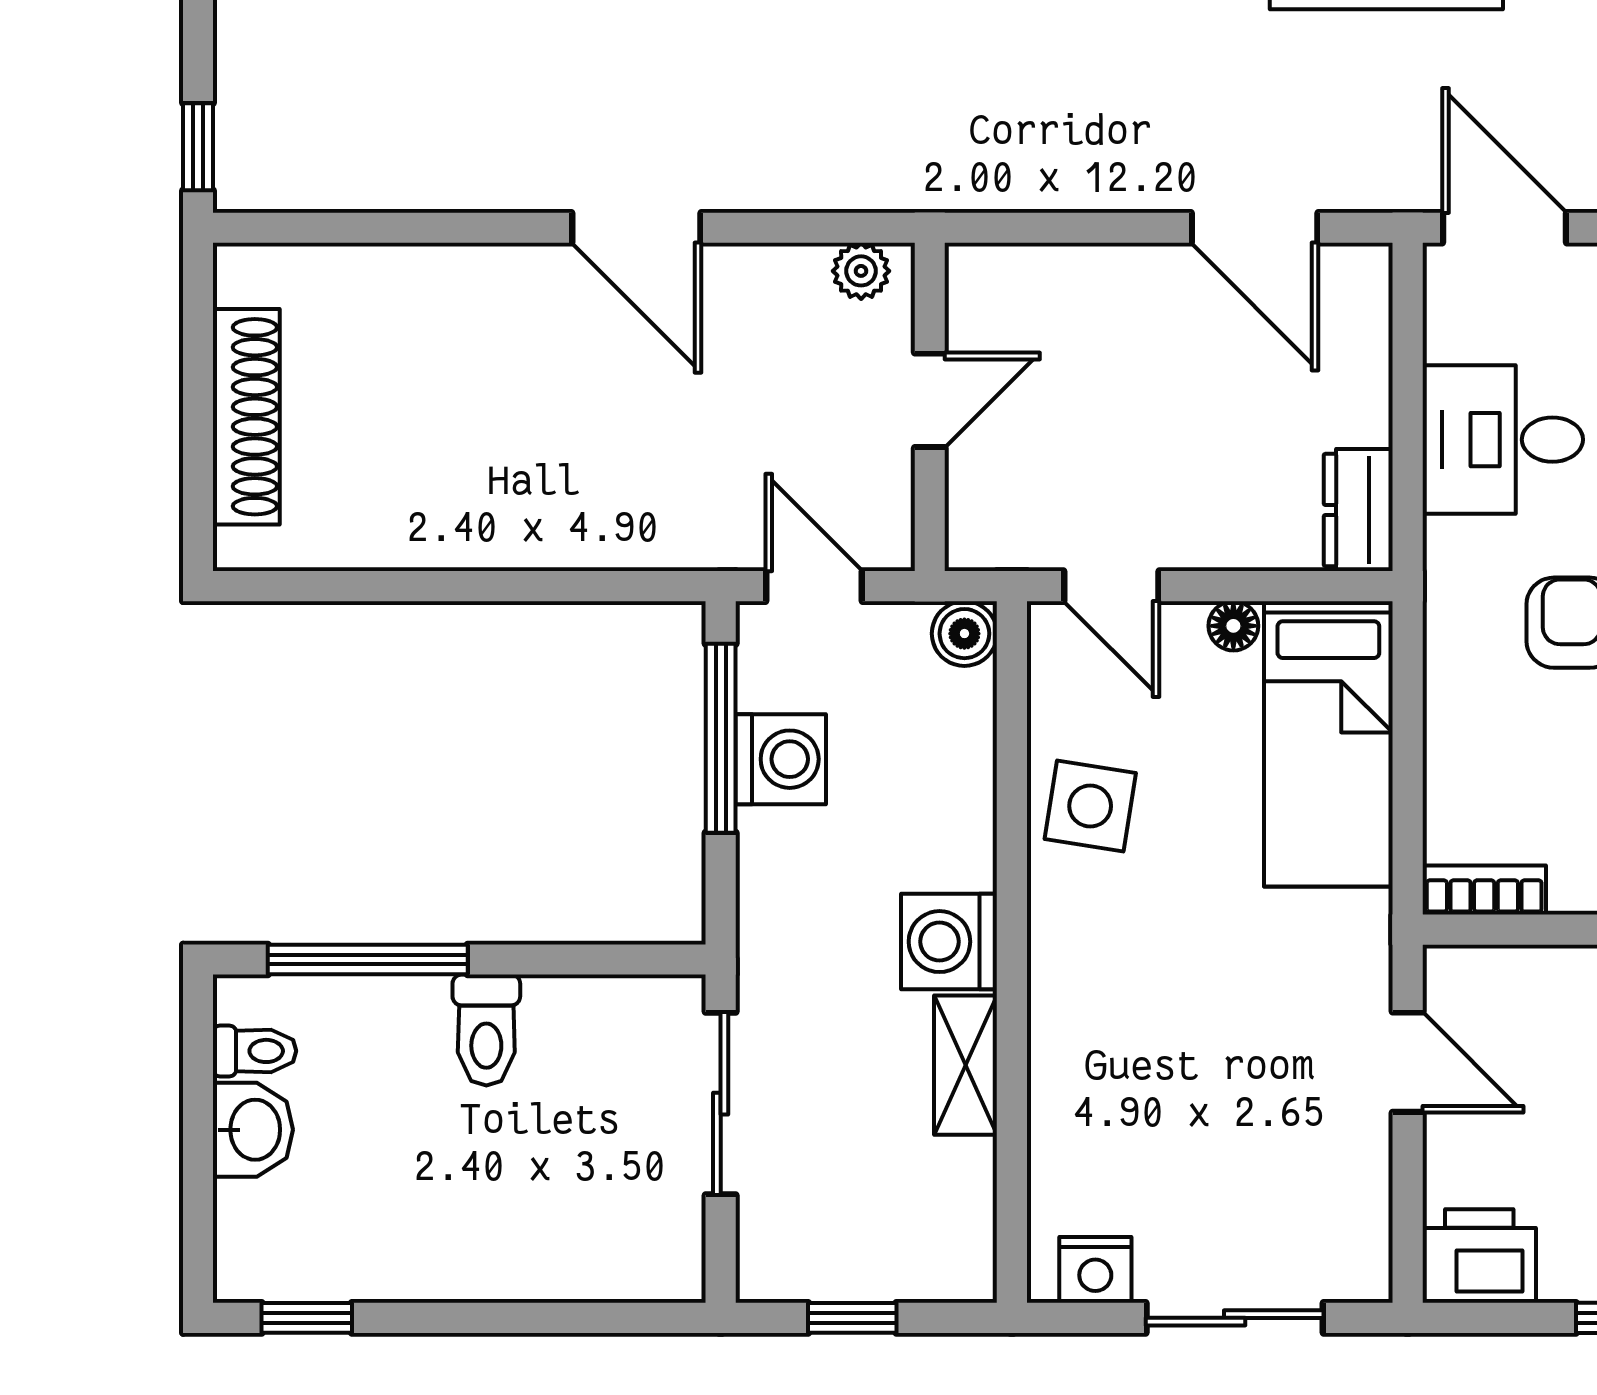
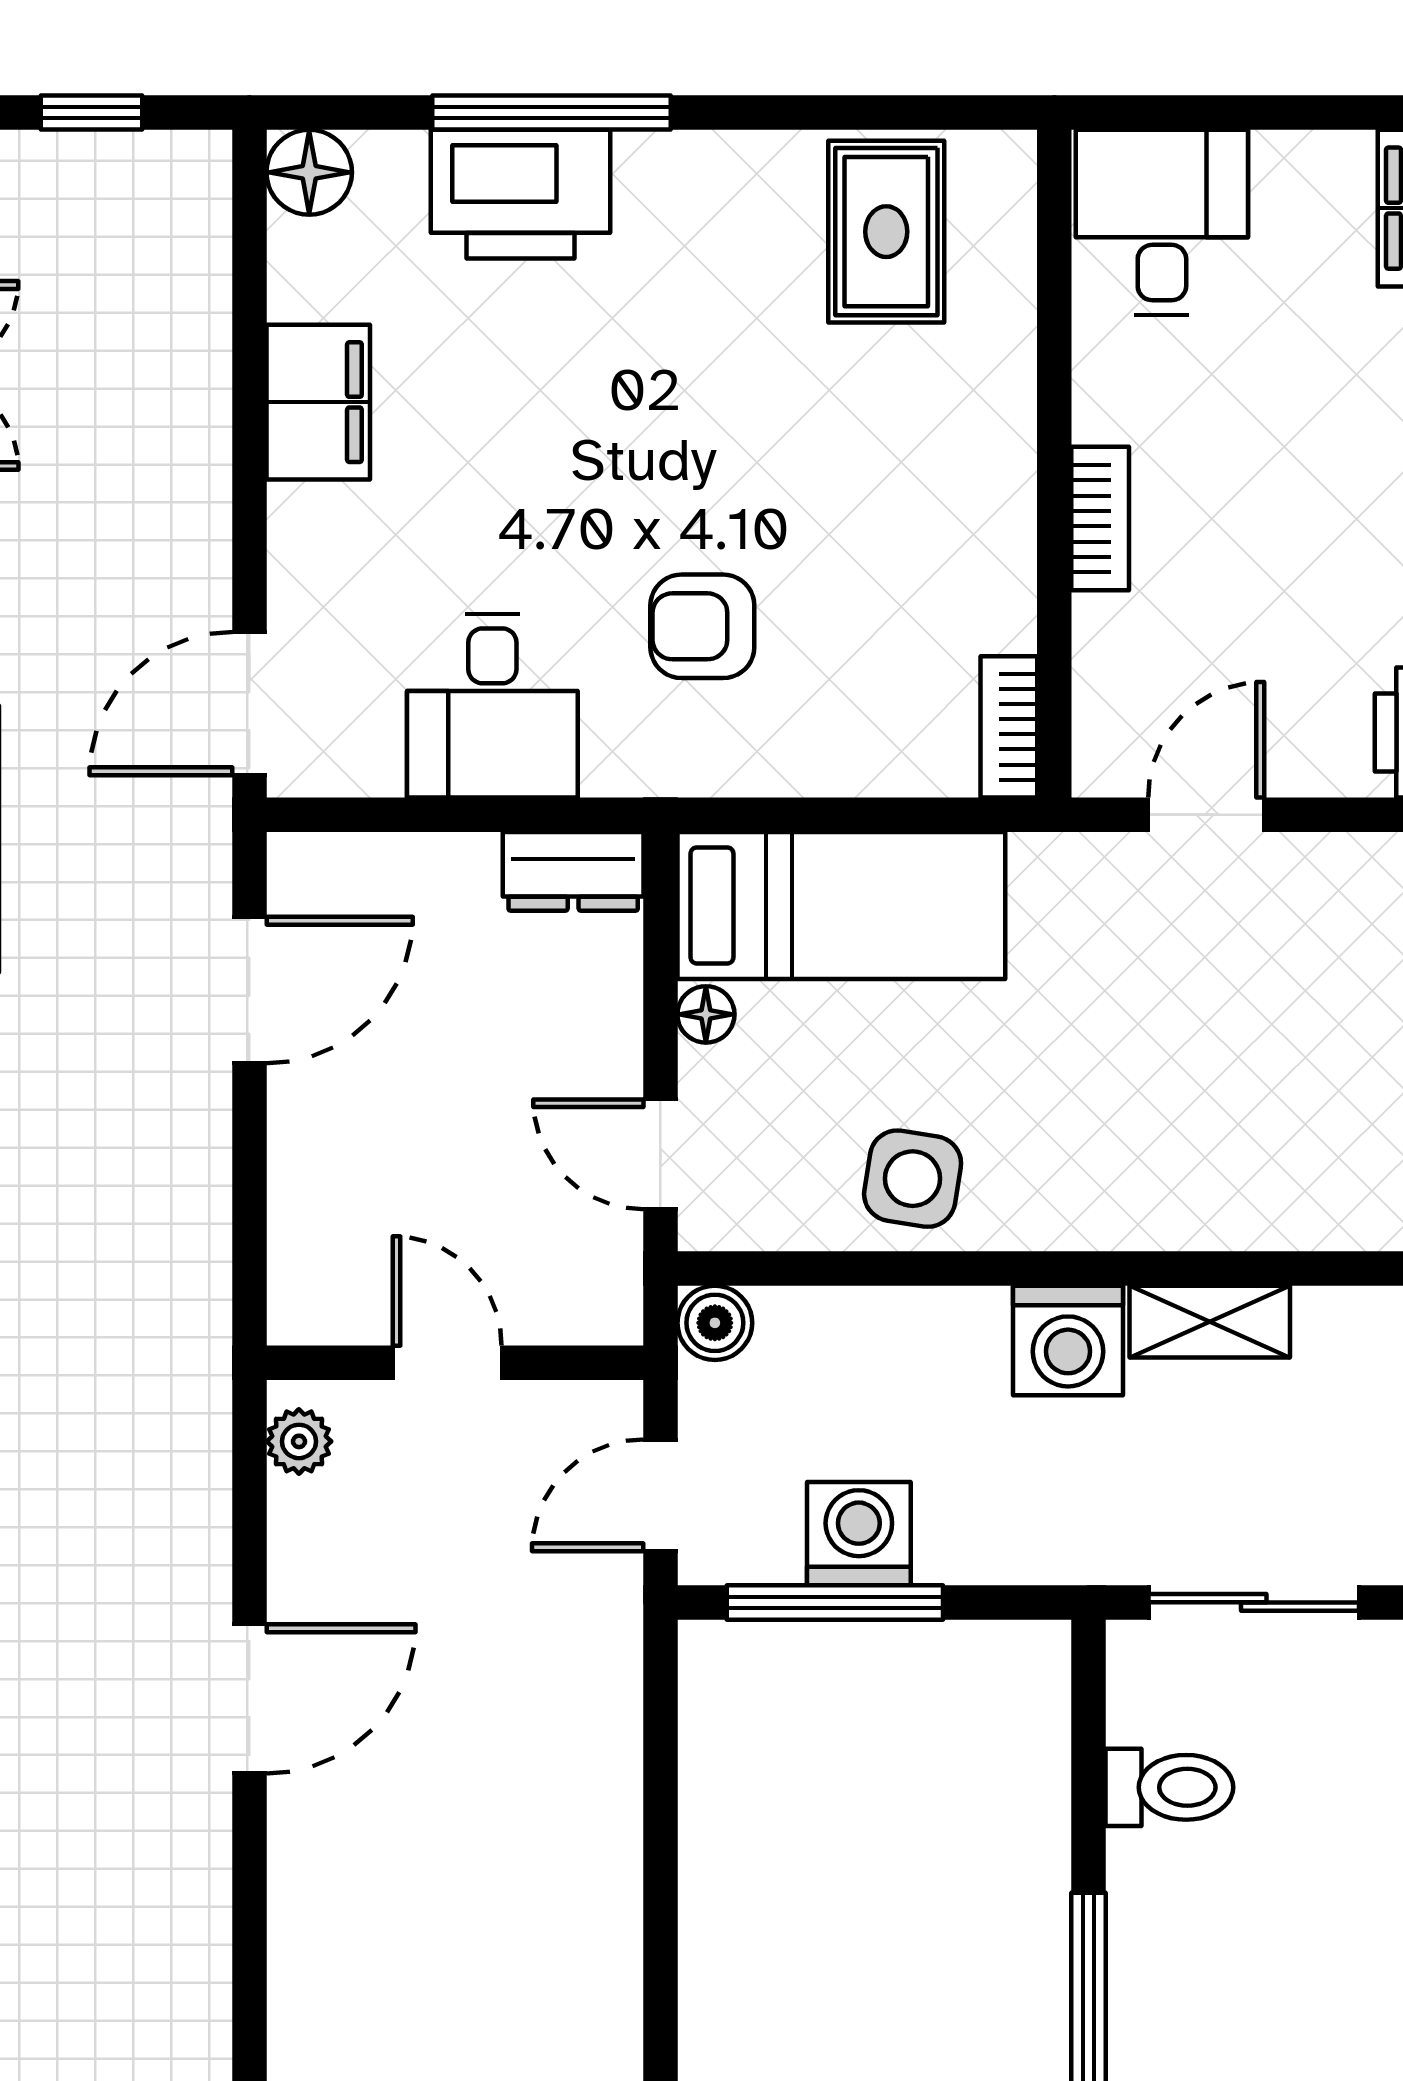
door: (1111, 586) -> (660, 1154), swing flipped
toilet: (486, 1030) -> (1169, 1787), moved

